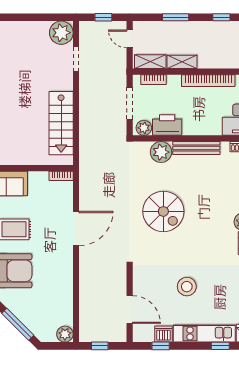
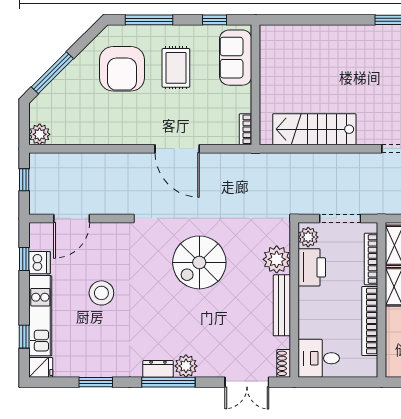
bookcase: (154, 80) -> (371, 259), width x1.56

